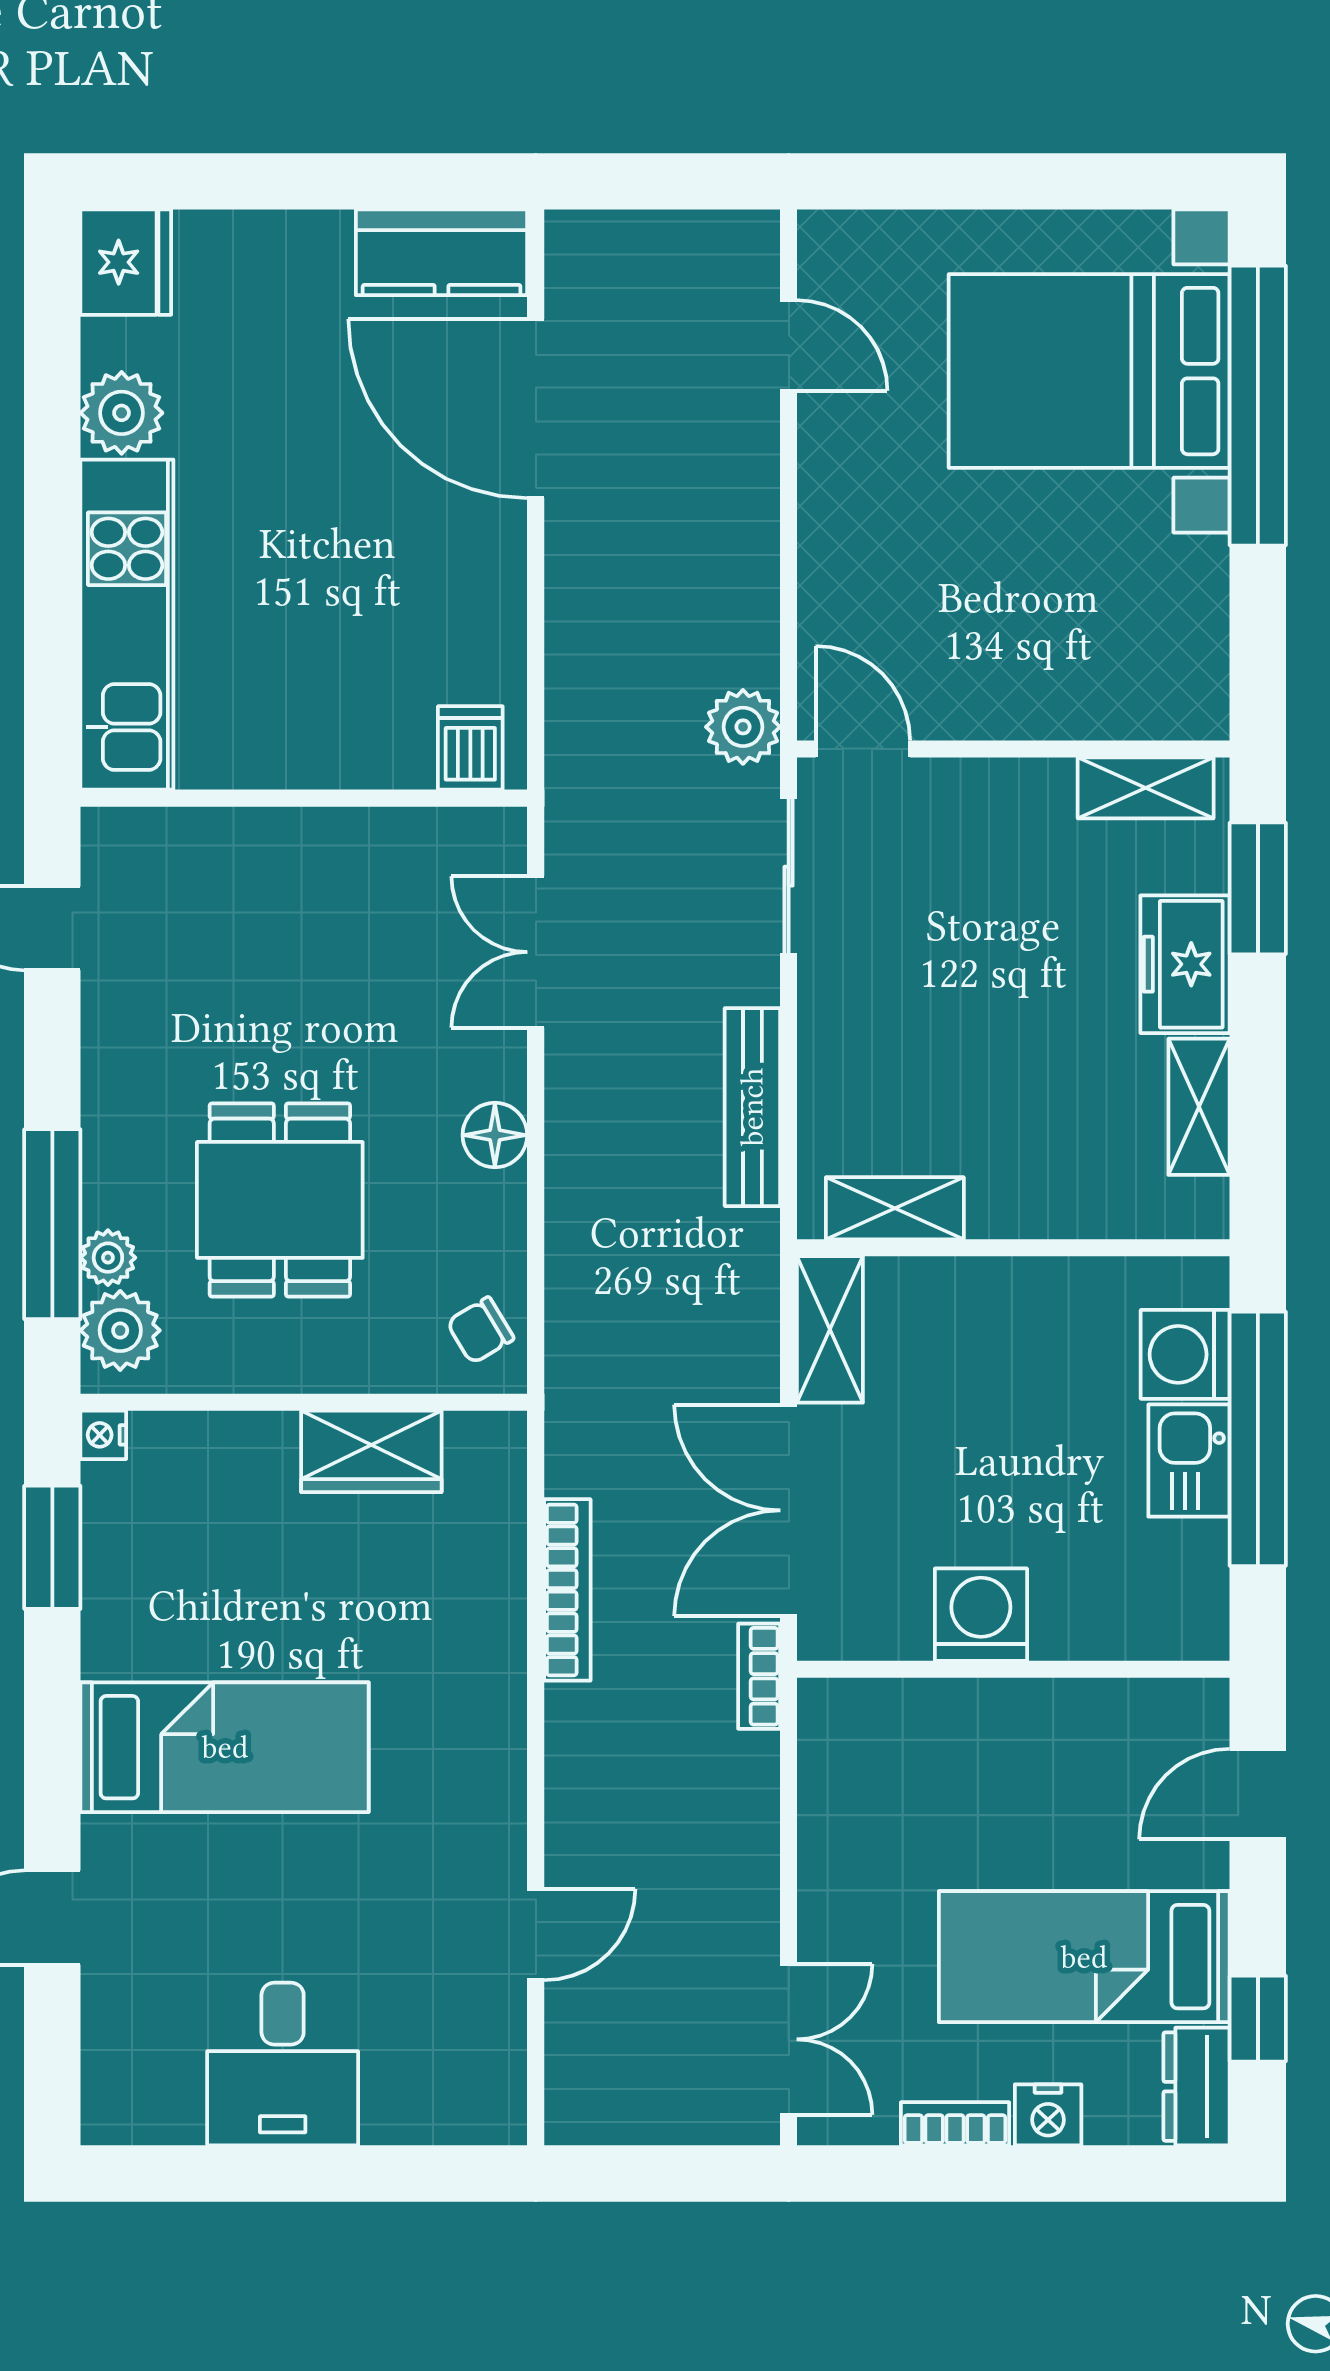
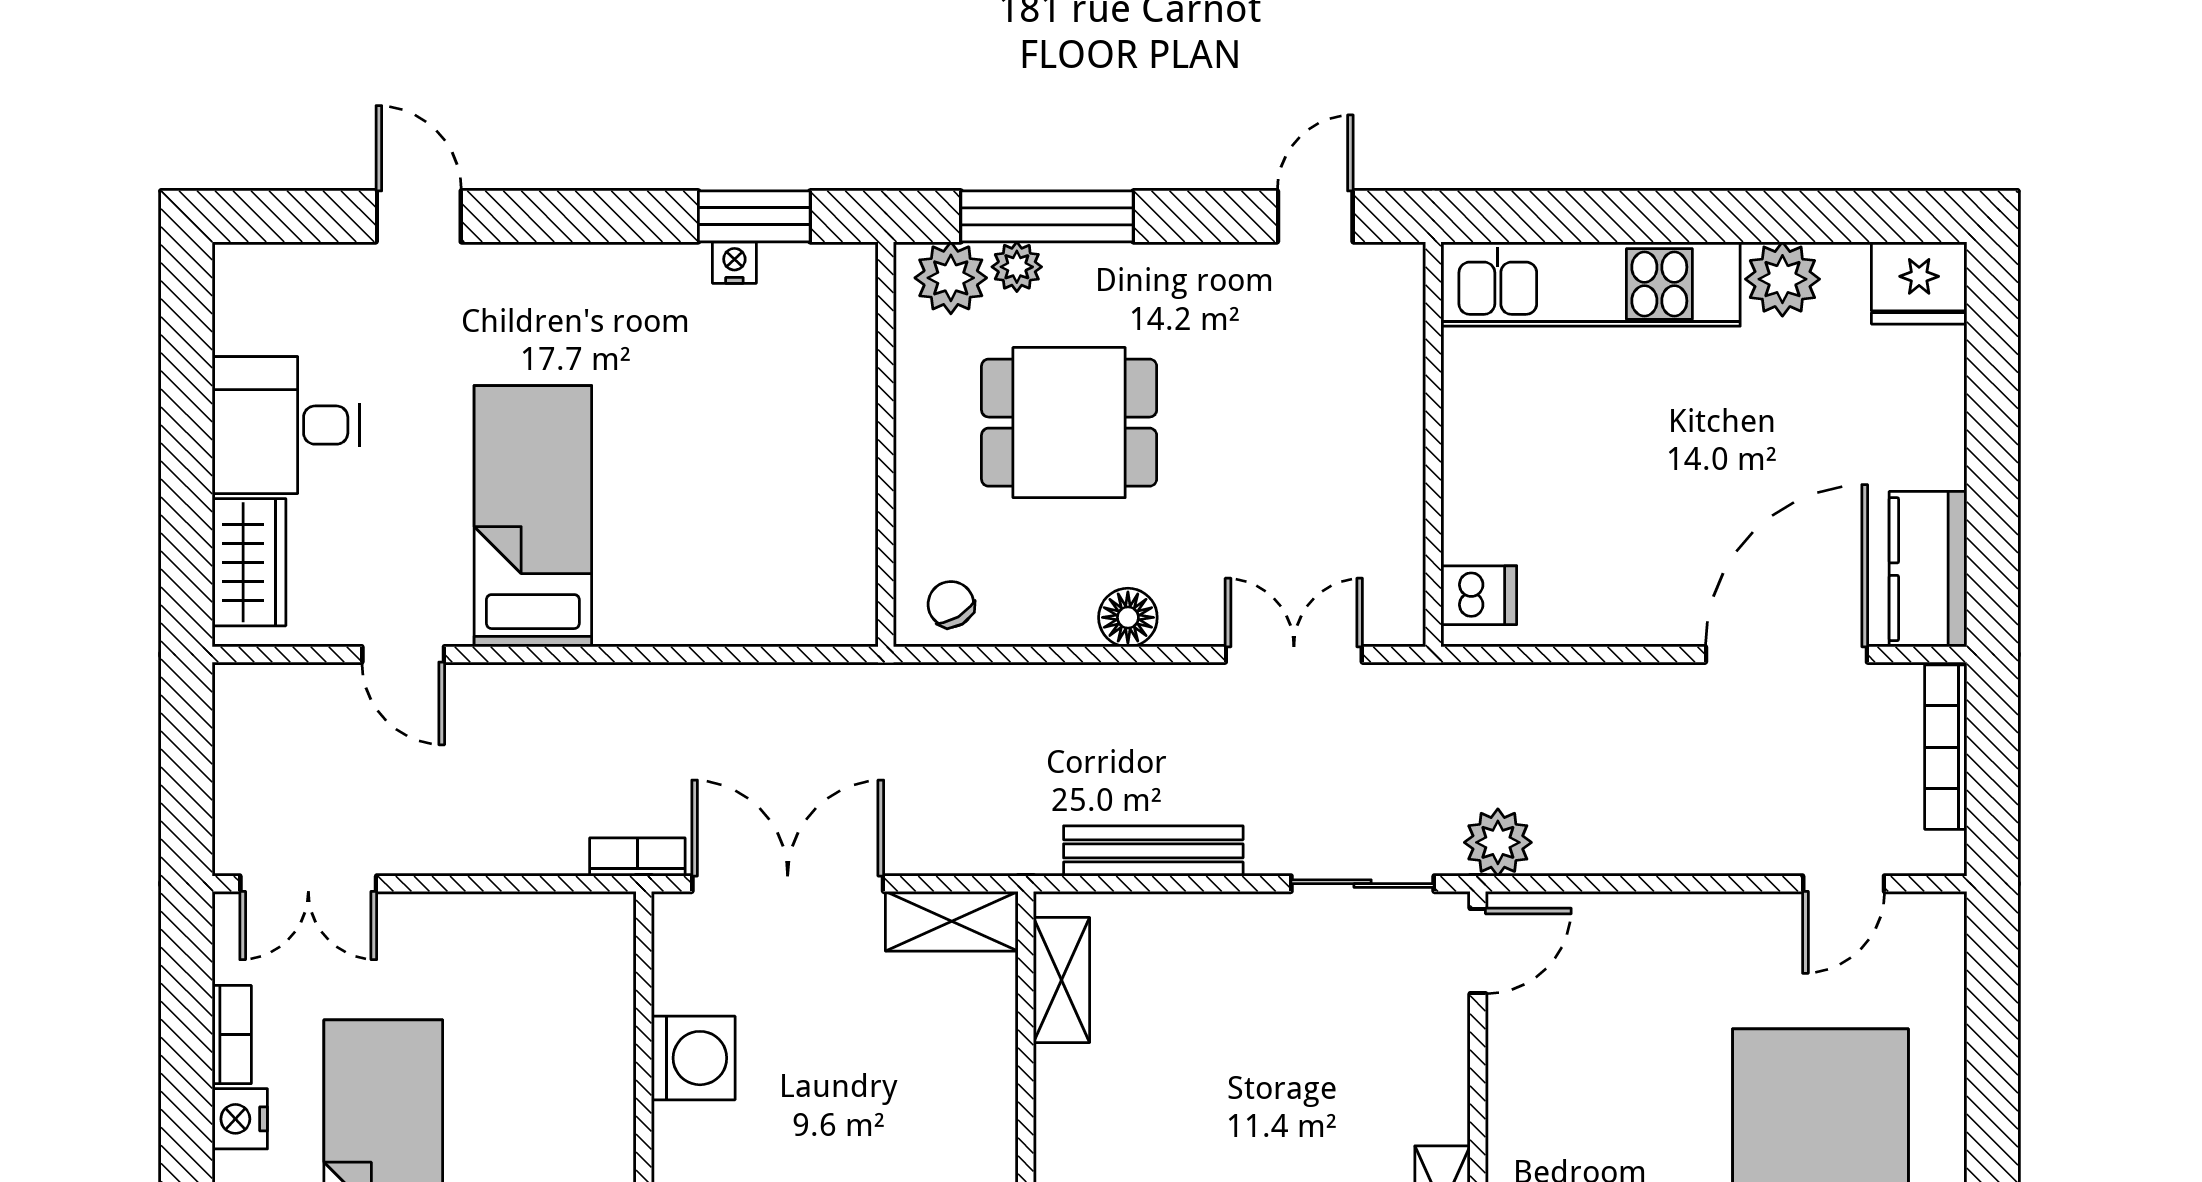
nightstand: (103, 1435) -> (734, 263), moved
wardrobe: (371, 1451) -> (249, 562), moved, turned 180
bookcase: (567, 1590) -> (1946, 747), moved, turned 90
bed: (225, 1747) -> (533, 516), moved, turned 180

